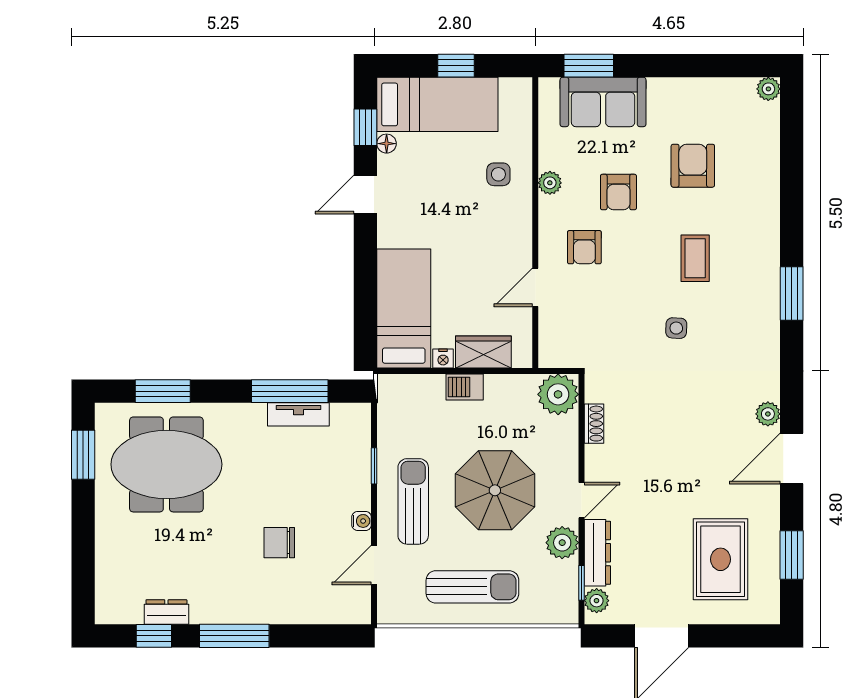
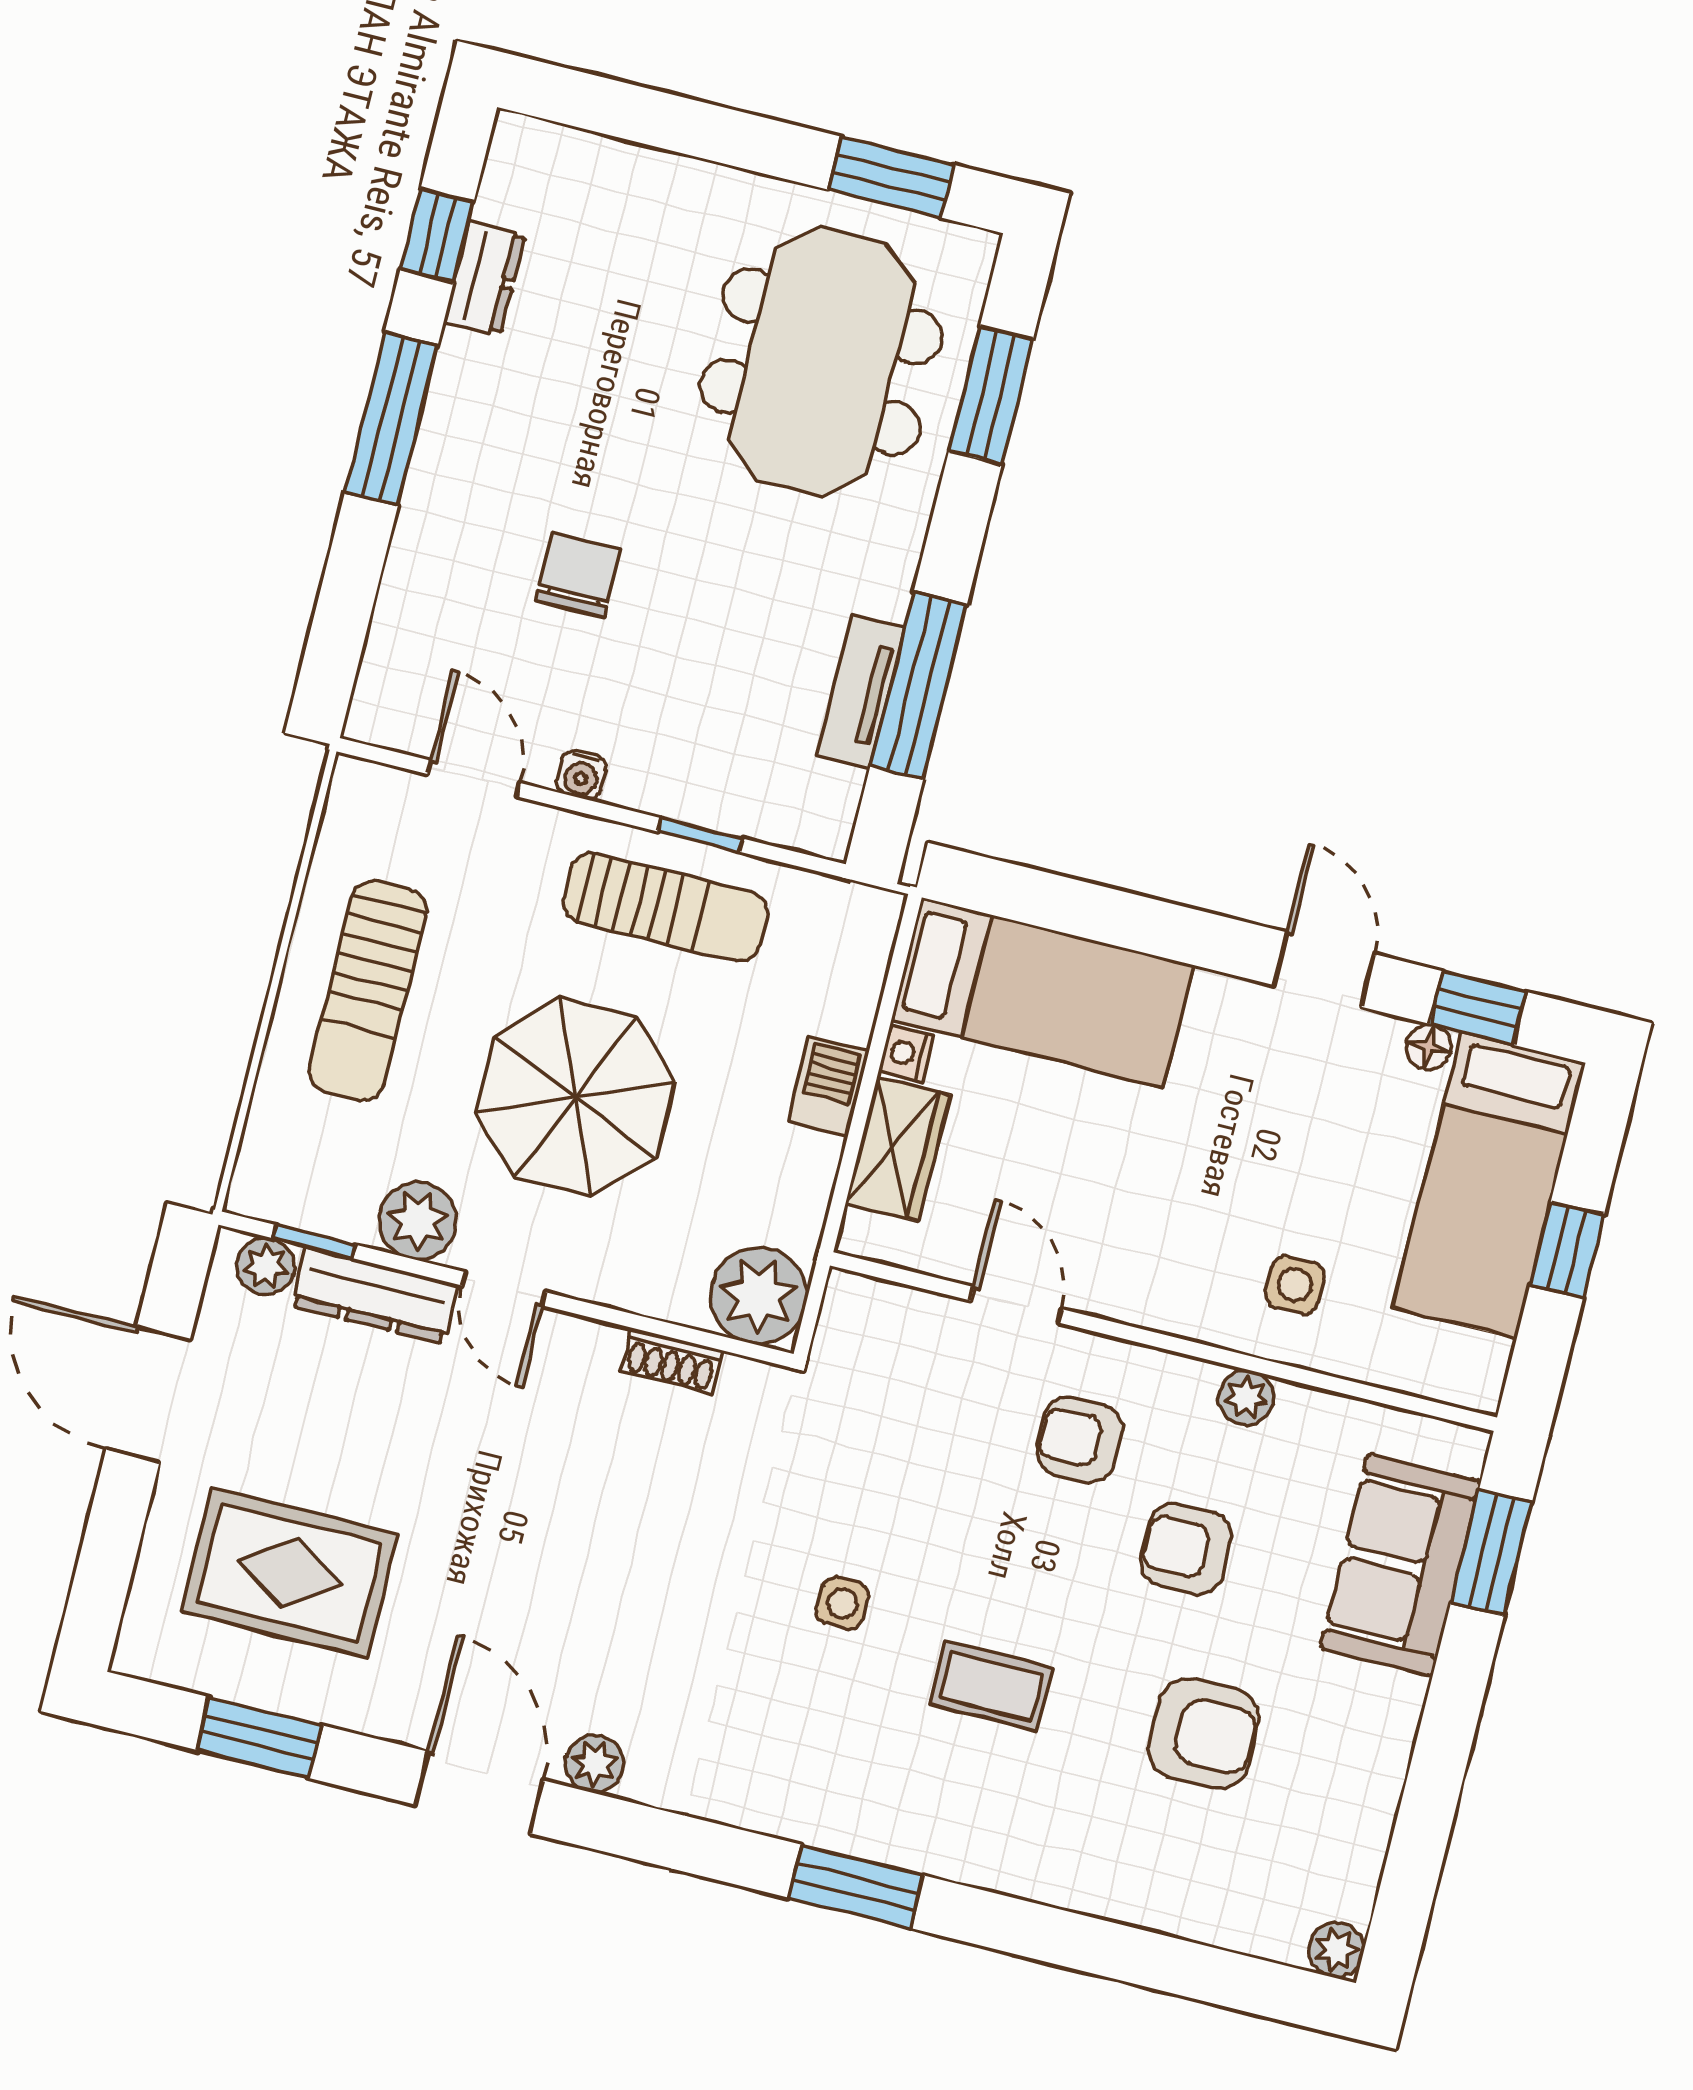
sun lounger: (413, 501) -> (665, 907), moved

